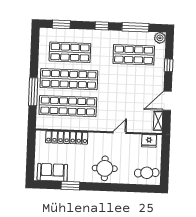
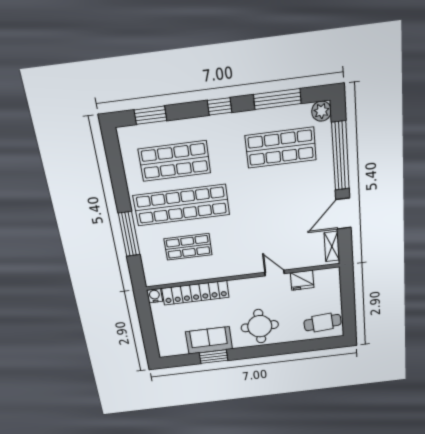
window: (169, 65) -> (340, 156), width x3.17
shop shelf: (68, 106) -> (188, 247), width x0.50, depth x0.74
door: (120, 133) -> (275, 273), hinge flipped
water cooler: (40, 135) -> (155, 296), added
fridge: (149, 141) -> (302, 280), moved
sofa: (52, 172) -> (209, 340), moved

